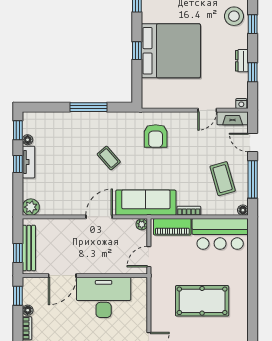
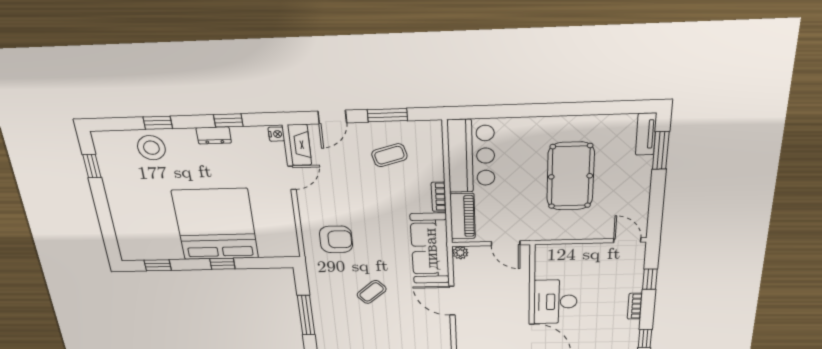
door: (207, 110) -> (292, 178), hinge flipped
coffee table: (223, 179) -> (389, 155), width x0.73, depth x0.77
window: (253, 179) -> (387, 115), width x0.69
floor lamp: (243, 210) -> (435, 127), removed
desk: (104, 297) -> (555, 302), width x0.73, depth x0.77

